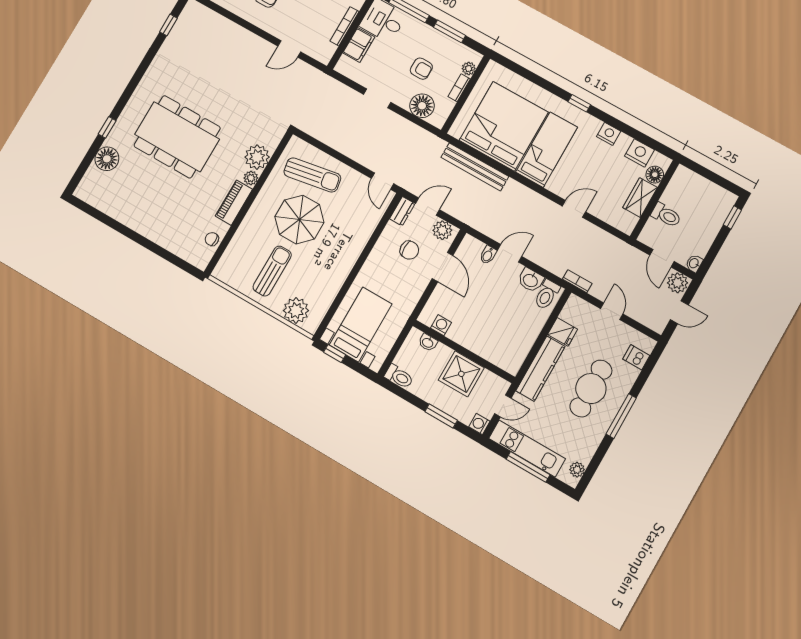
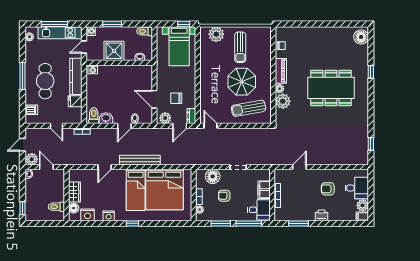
floor lamp: (107, 159) -> (361, 37), moved
bench: (475, 167) -> (140, 160), moved
toilet: (666, 215) -> (56, 207), moved
washing machine: (441, 325) -> (93, 69), moved

